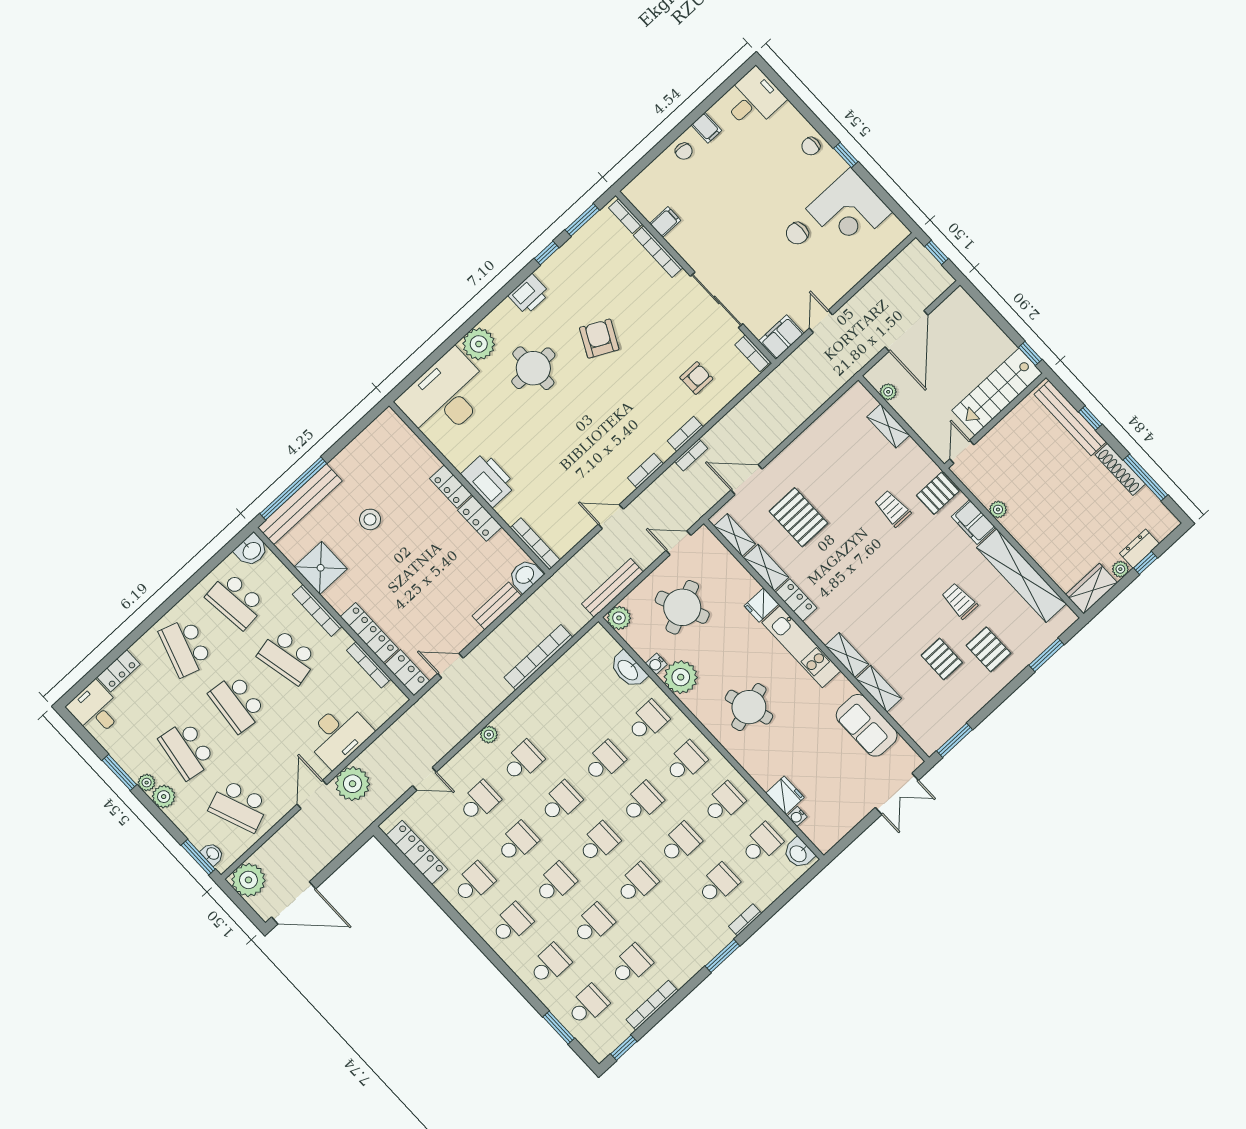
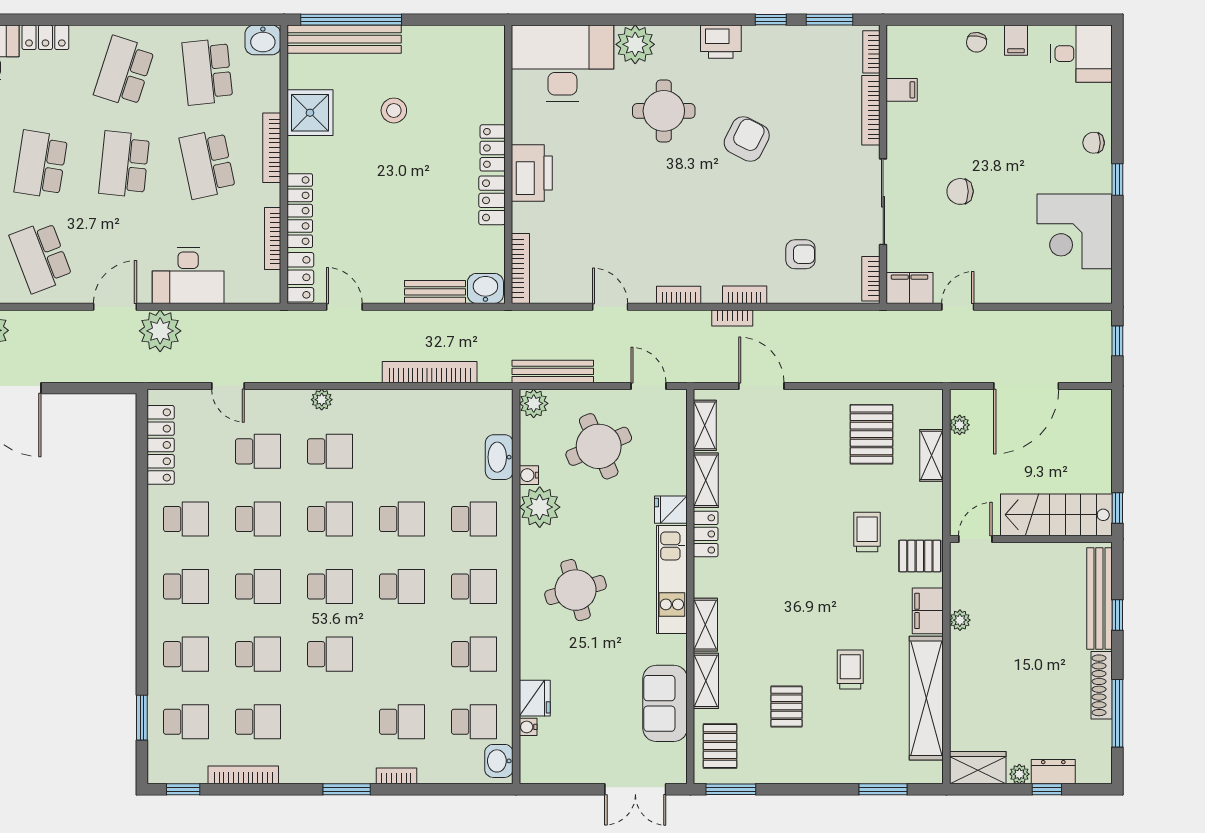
chair: (797, 233) -> (960, 191), moved
pallet: (798, 517) -> (871, 434), moved
pallet: (988, 649) -> (720, 746), moved
school desk: (680, 843) -> (402, 654), removed

